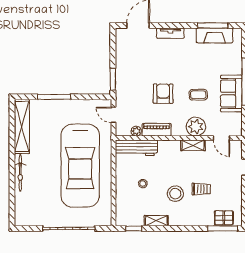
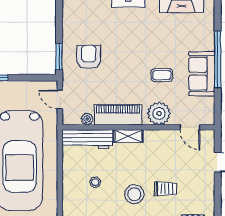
armchair: (163, 94) -> (89, 57), moved
piano: (157, 130) -> (118, 115), width x1.37, depth x1.33
shelving: (193, 145) -> (128, 136), moved

